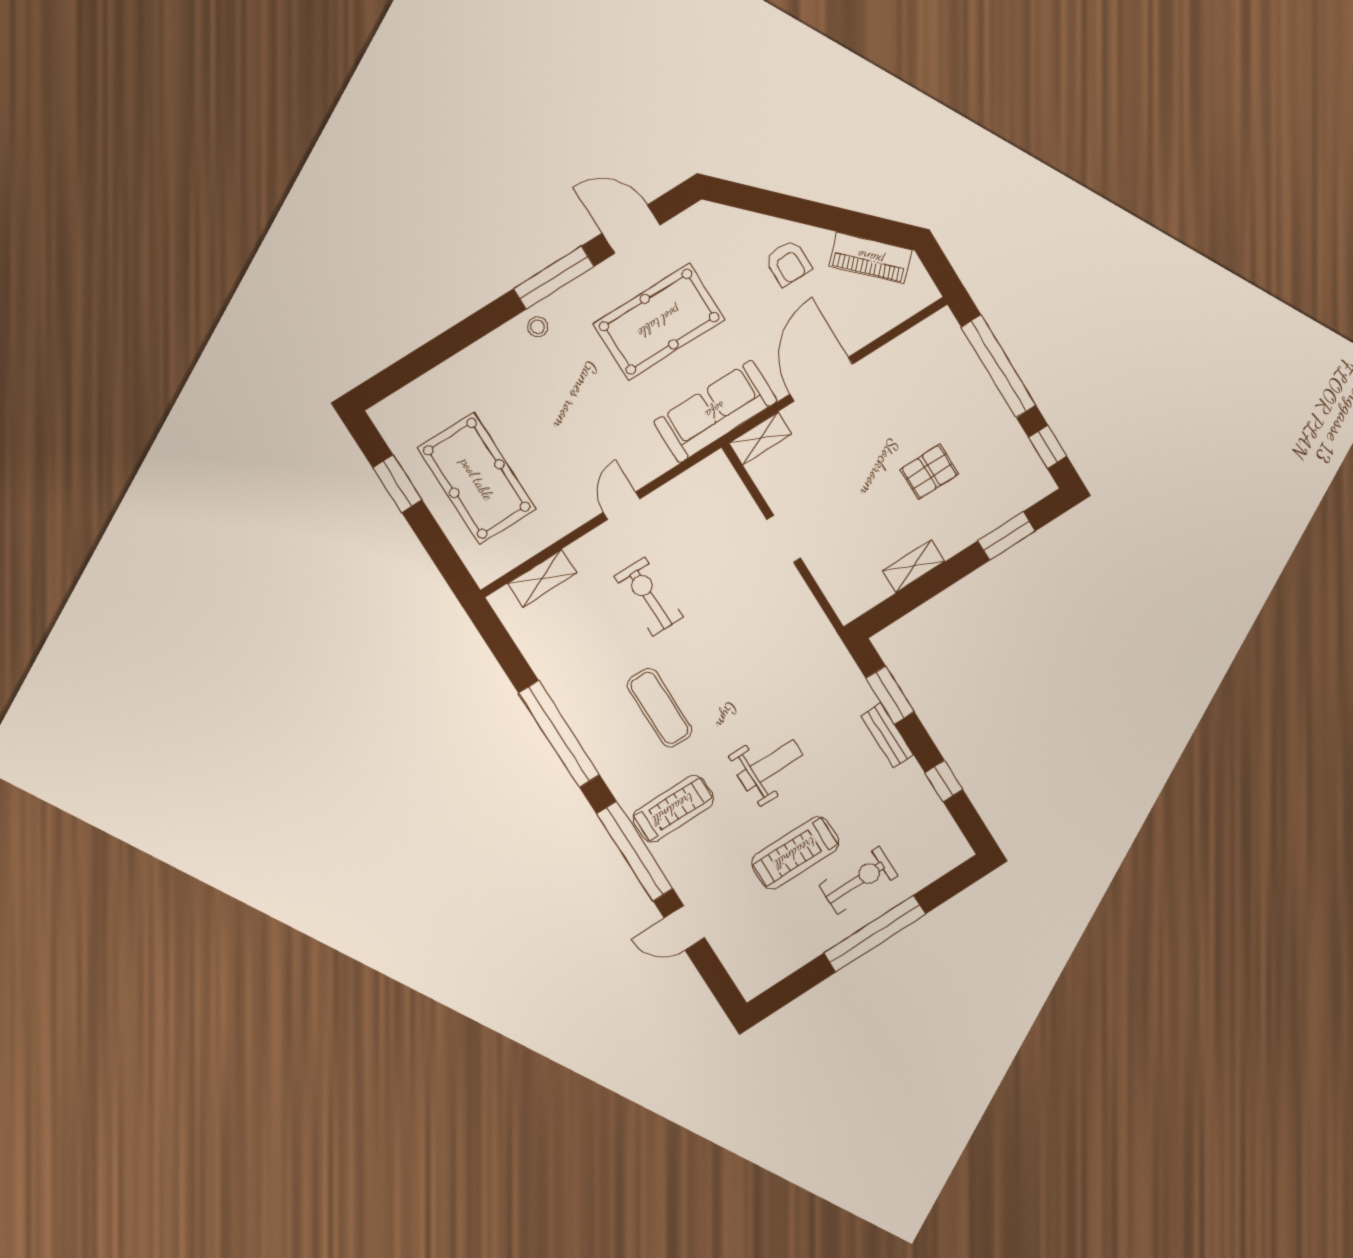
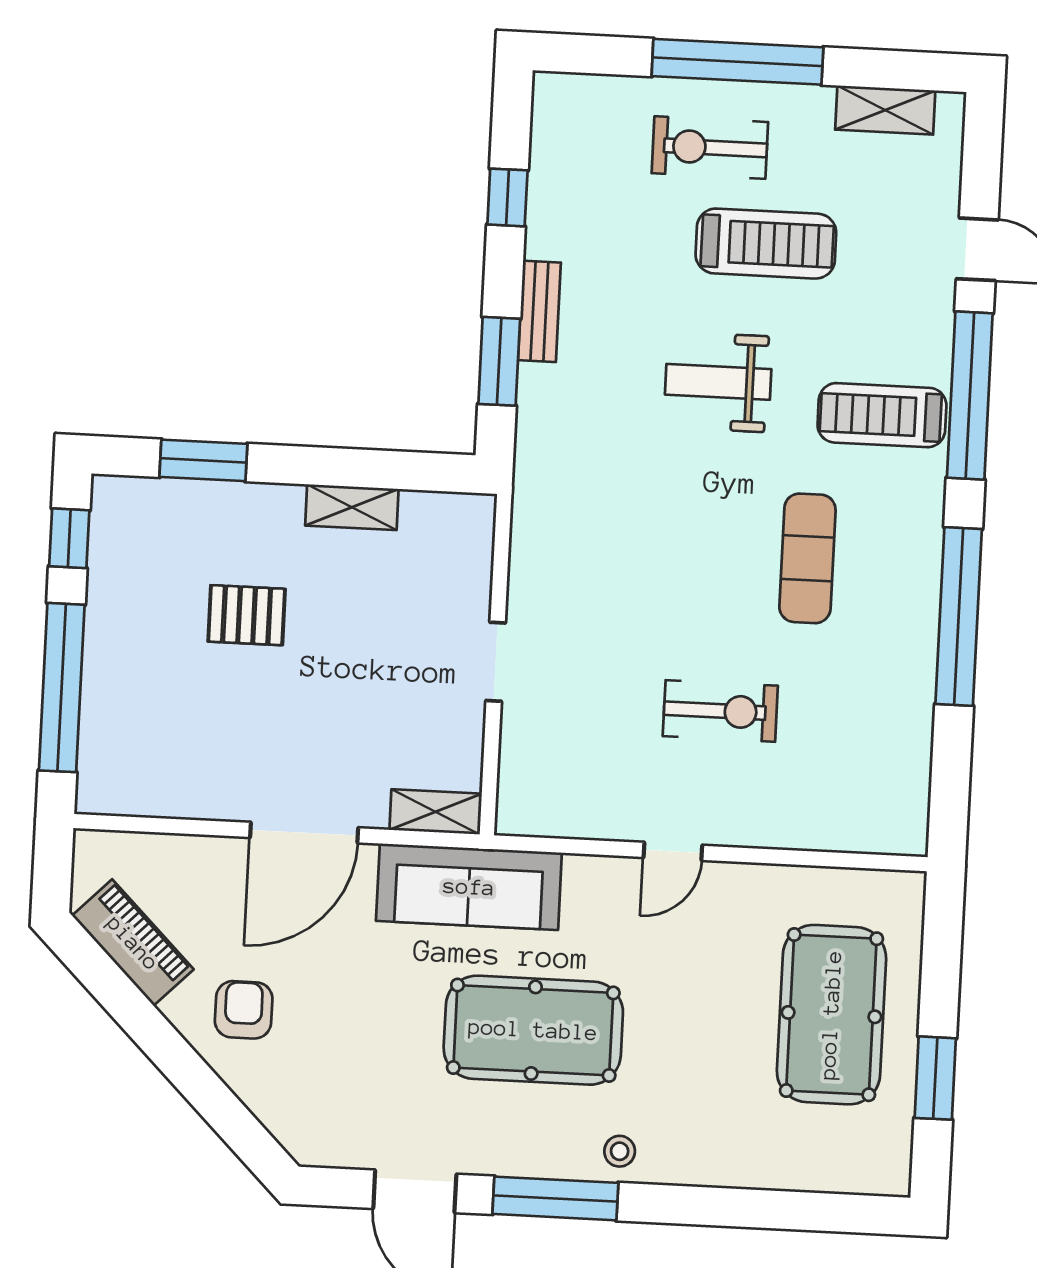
pool table: (659, 322) -> (533, 1030), moved
shelving: (542, 578) -> (885, 110), moved
exercise bike: (649, 596) -> (720, 711), turned -90

